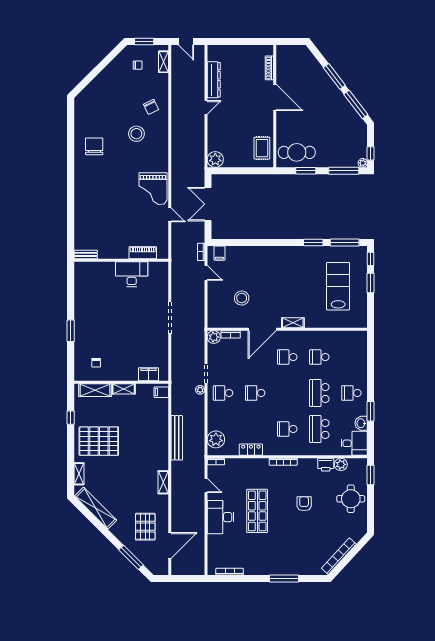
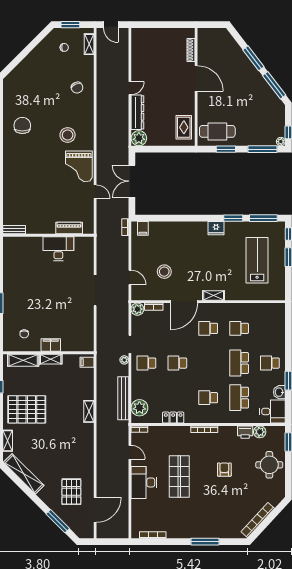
dresser: (214, 80) -> (137, 112), moved
stool: (136, 134) -> (68, 135), moved
fridge: (295, 253) -> (216, 228), added
door: (206, 273) -> (130, 277), moved
filing cabinet: (149, 374) -> (51, 345), moved
bench: (177, 438) -> (123, 398), moved
shelving: (163, 482) -> (89, 411), moved

